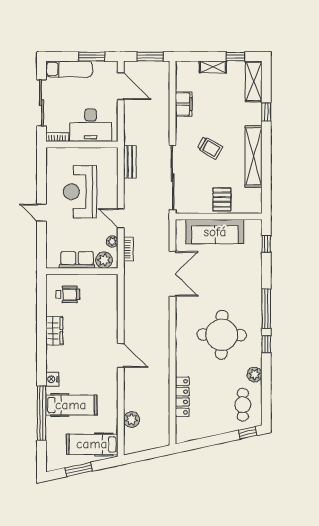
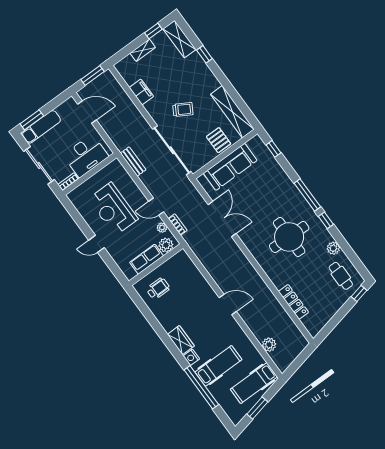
window: (92, 57) -> (32, 120), moved
shelving: (254, 156) -> (232, 112), moved
wardrobe: (54, 331) -> (181, 340), moved

